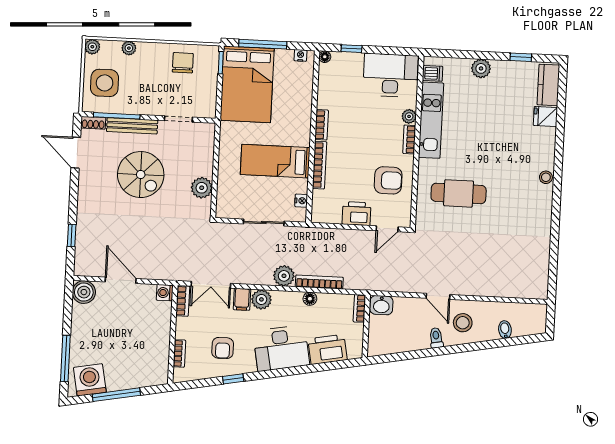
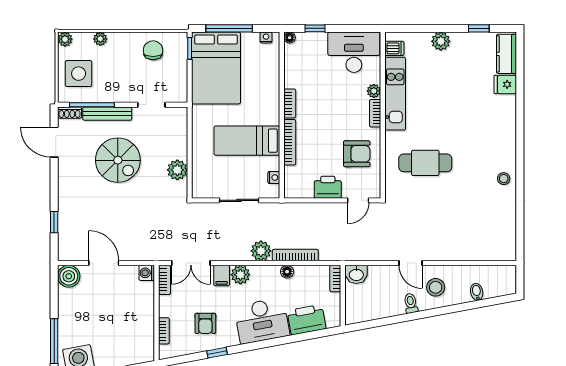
stool: (546, 177) -> (504, 179), moved

